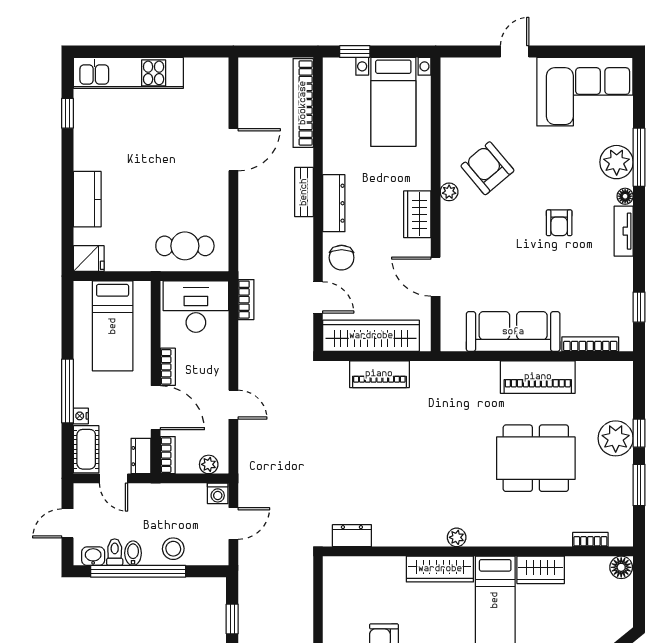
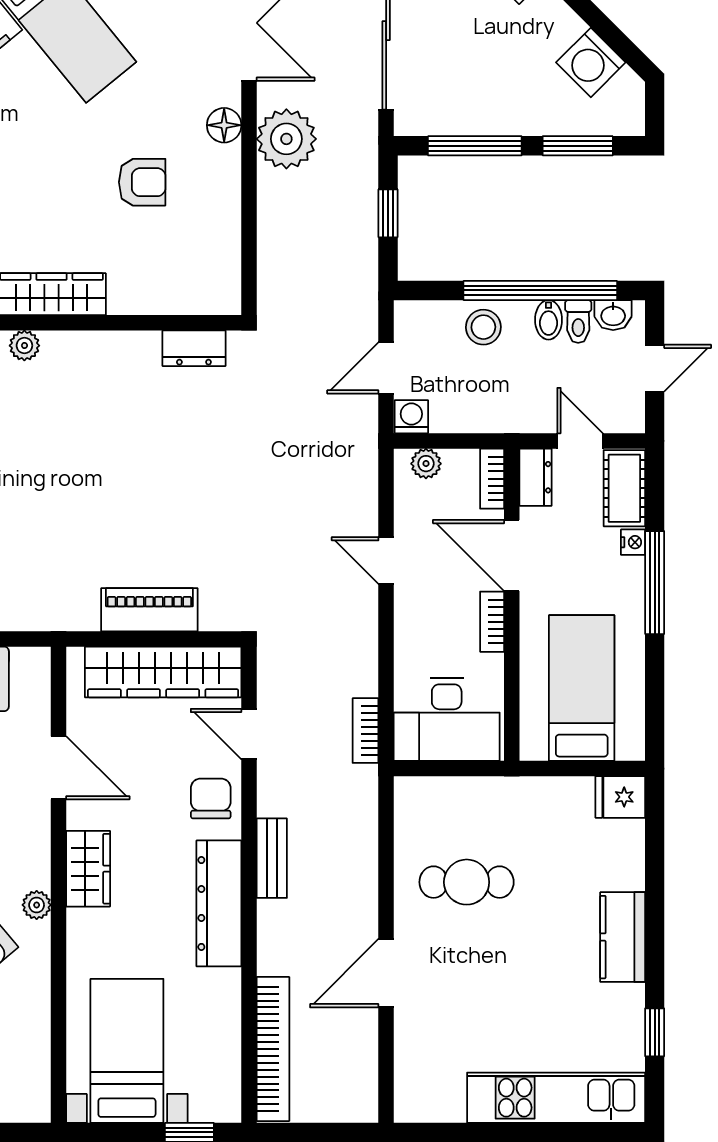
bench: (304, 192) -> (272, 858), moved
kitchen counter: (87, 199) -> (623, 937), moved
dresser: (334, 203) -> (219, 903), width x1.37, depth x1.24
cafe table: (185, 246) -> (467, 882), moved

